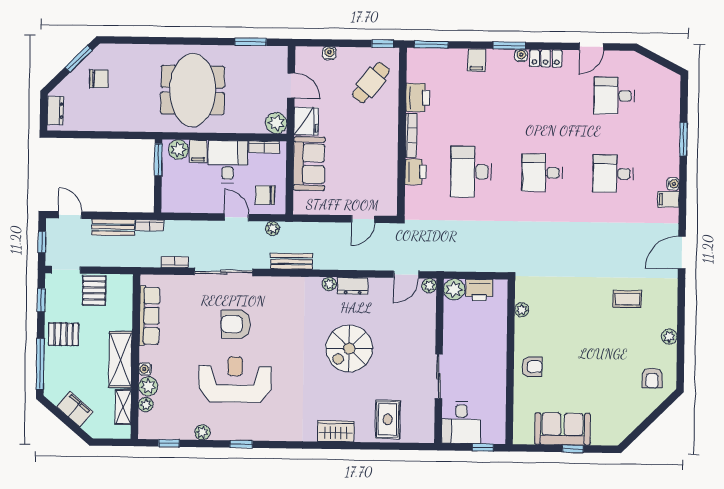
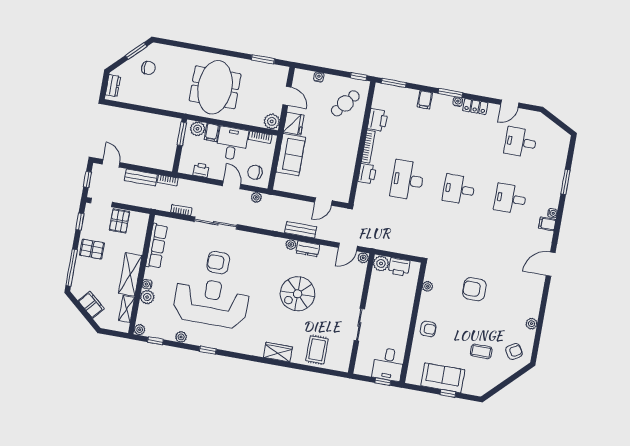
printer: (192, 204) -> (201, 170), added
bench: (292, 261) -> (301, 230), moved
coffee table: (627, 299) -> (481, 351), moved
armchair: (585, 303) -> (474, 289), added
armchair: (652, 378) -> (514, 351), turned -120
reception desk: (235, 379) -> (211, 303), width x1.36, depth x1.30
plant: (146, 404) -> (140, 330), moved
desk: (461, 423) -> (388, 364), moved

